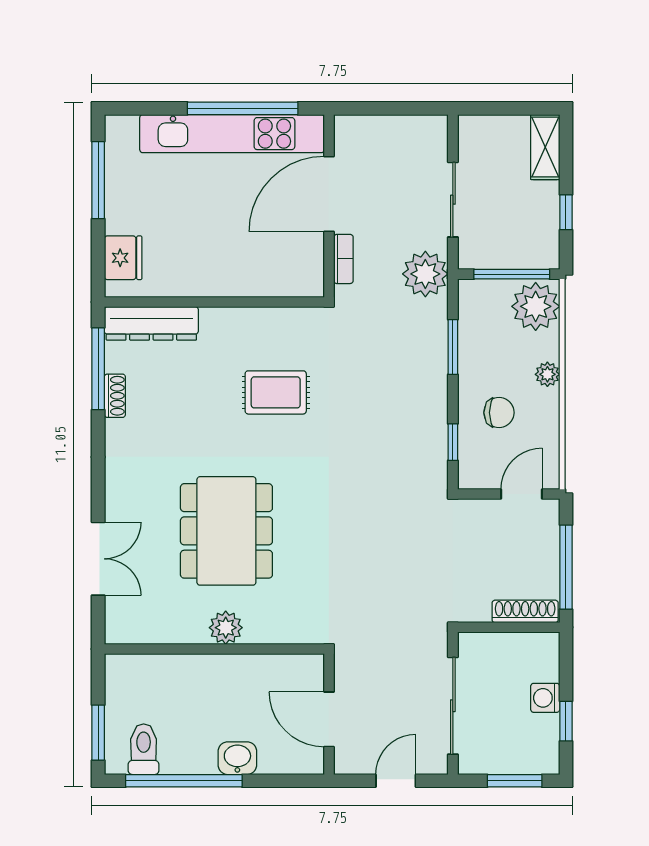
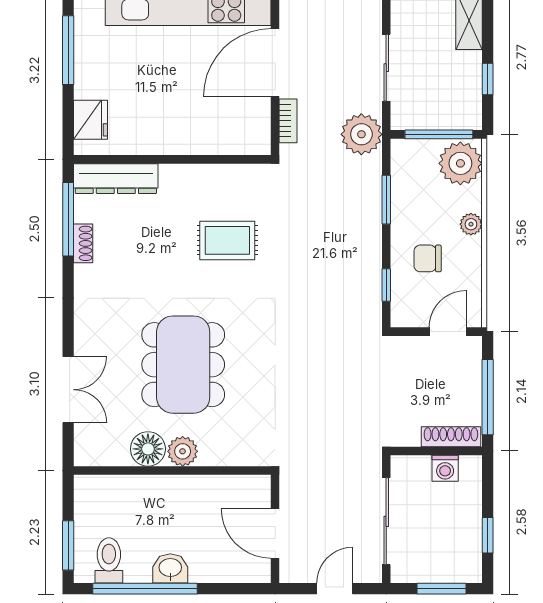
chair: (499, 413) -> (428, 258), turned 180
floor lamp: (187, 625) -> (148, 449), added
washing machine: (545, 698) -> (445, 468), moved, turned -90
washbasin: (237, 758) -> (170, 568), moved

